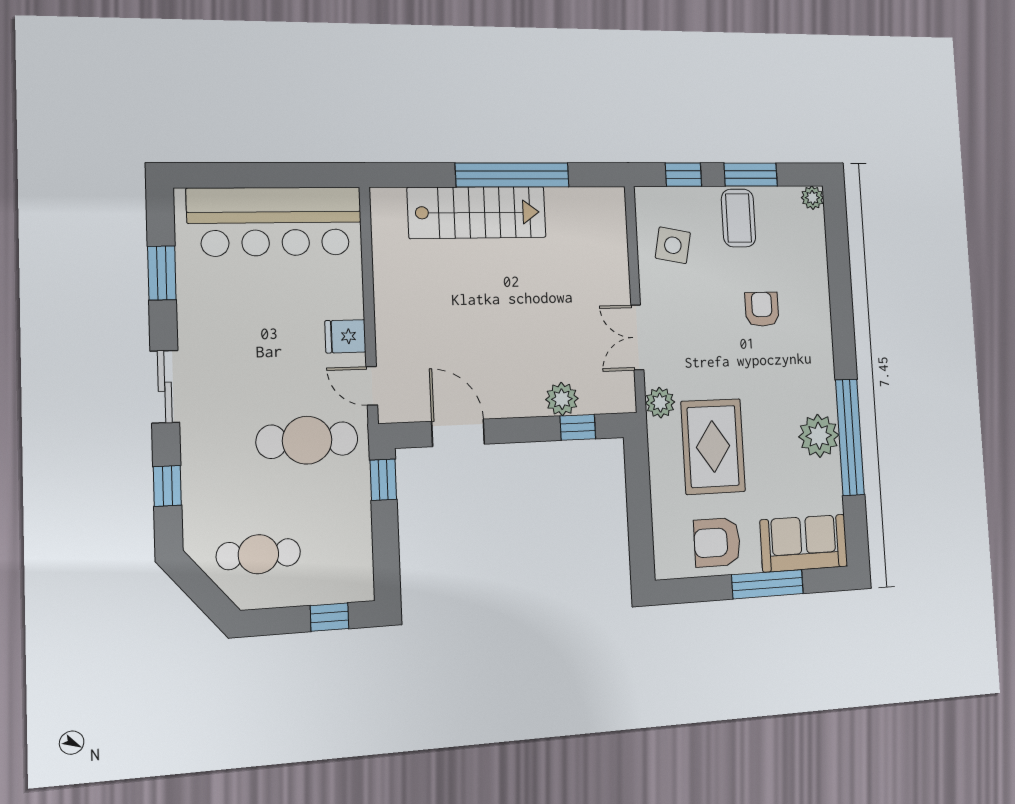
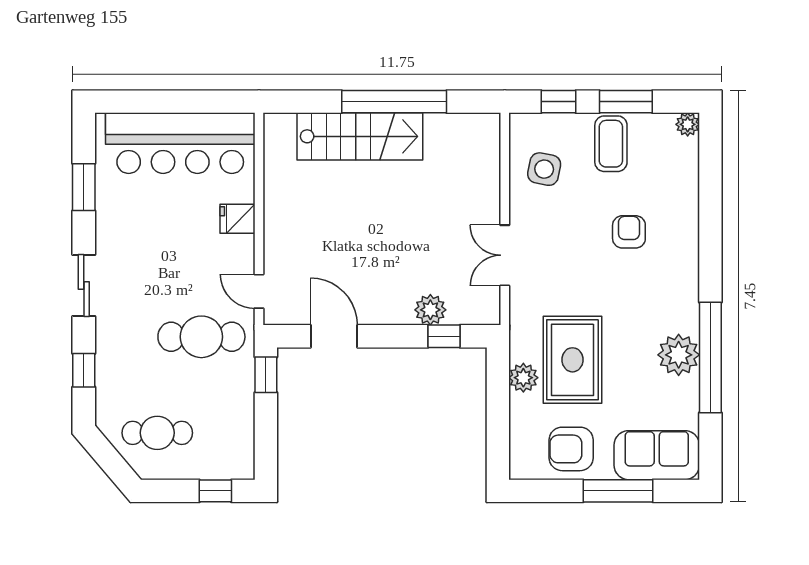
fridge: (345, 336) -> (238, 219), moved
plant: (660, 403) -> (523, 378), moved

